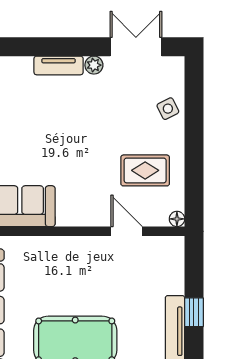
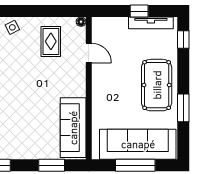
door: (127, 231) -> (89, 53), swing flipped

